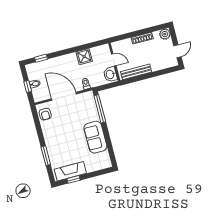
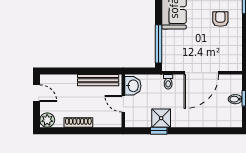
door: (177, 51) -> (37, 93), swing flipped
window: (41, 58) -> (159, 131), moved
door: (64, 96) -> (201, 73), hinge flipped
armchair: (45, 114) -> (220, 19), moved

